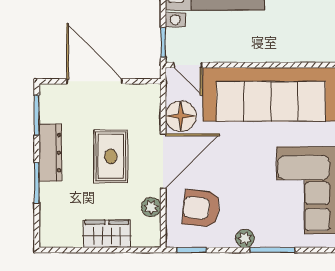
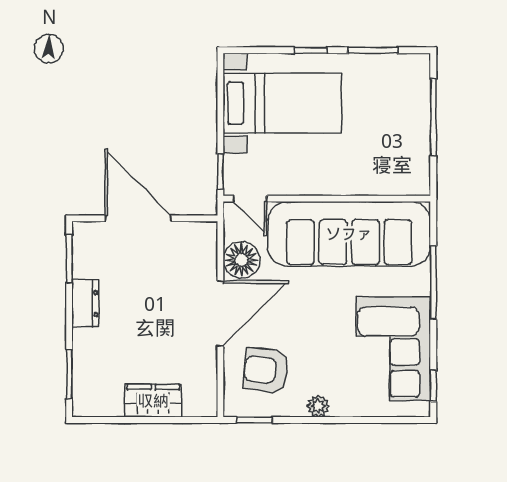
dresser: (50, 153) -> (85, 304), width x0.70
rug: (111, 156) -> (158, 308), removed
window: (37, 183) -> (69, 374), moved
plant: (151, 207) -> (206, 369), removed
window: (273, 250) -> (351, 420), removed

